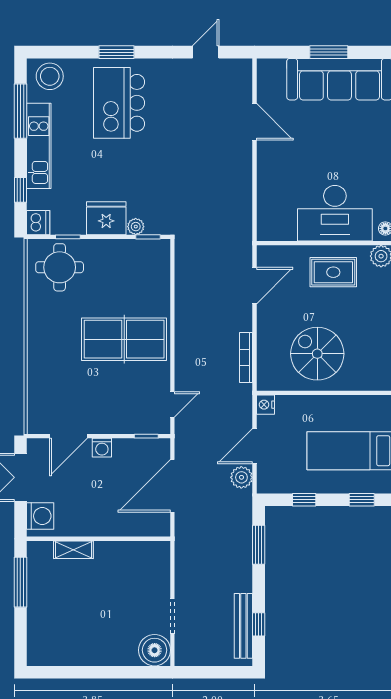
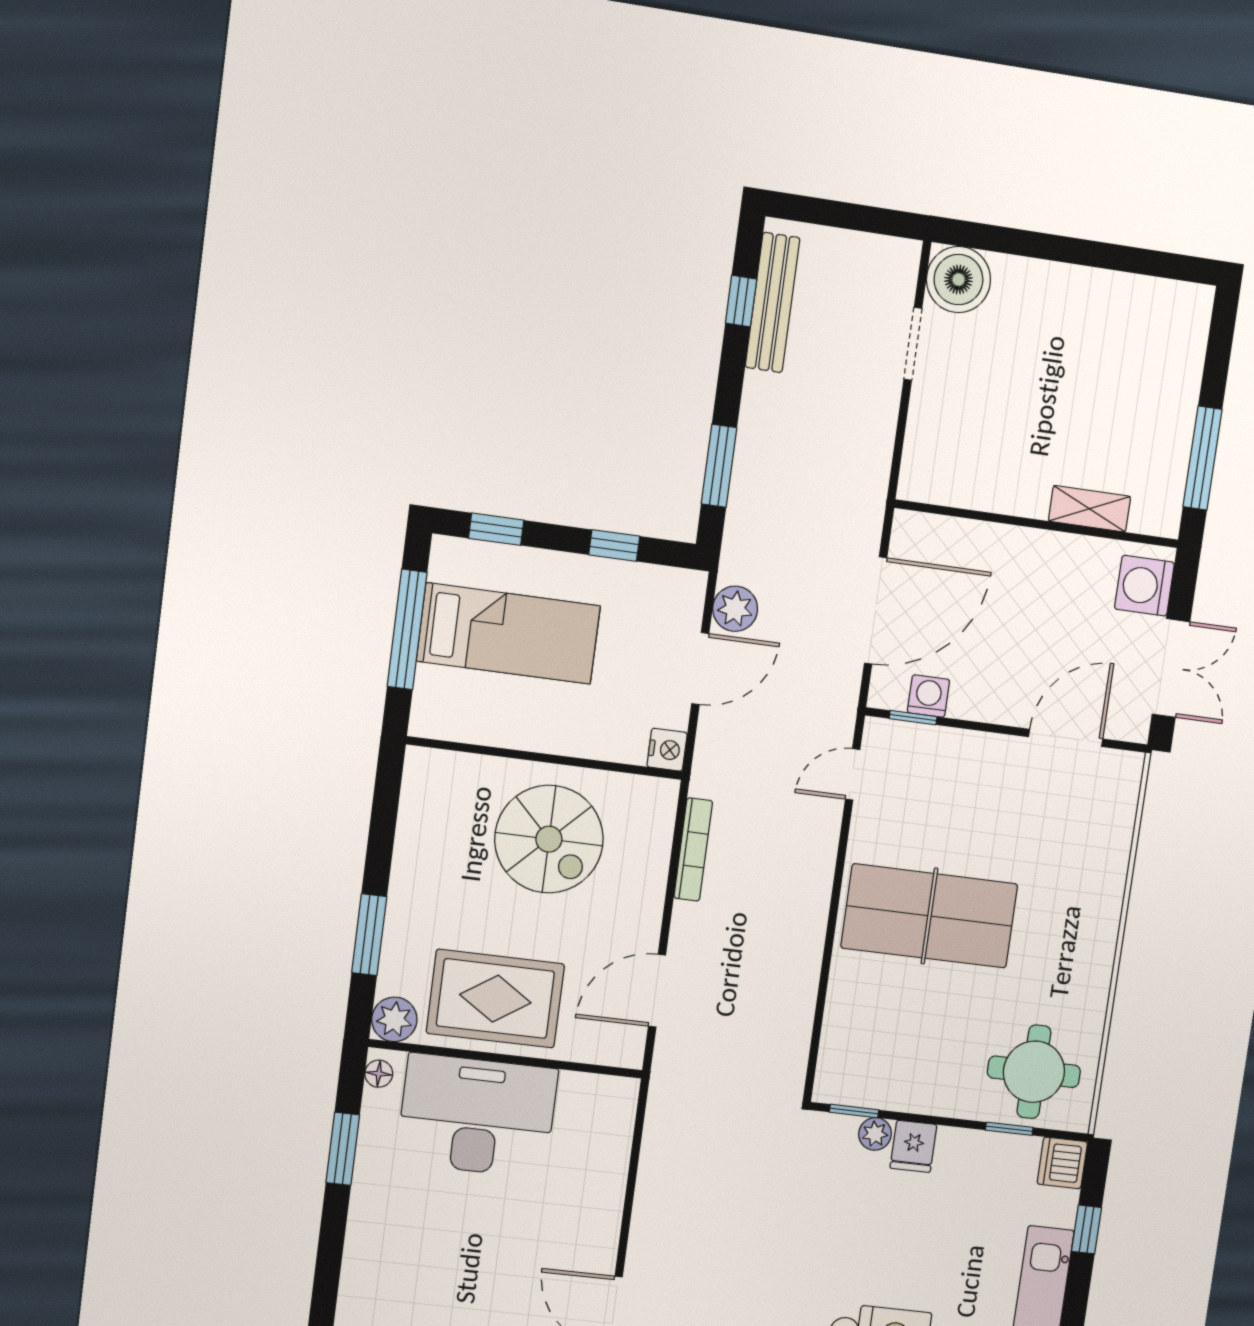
fridge: (106, 218) -> (913, 1146), width x0.53, depth x0.75
rug: (333, 272) -> (495, 999), width x1.36, depth x1.43
washing machine: (102, 448) -> (928, 696), moved

